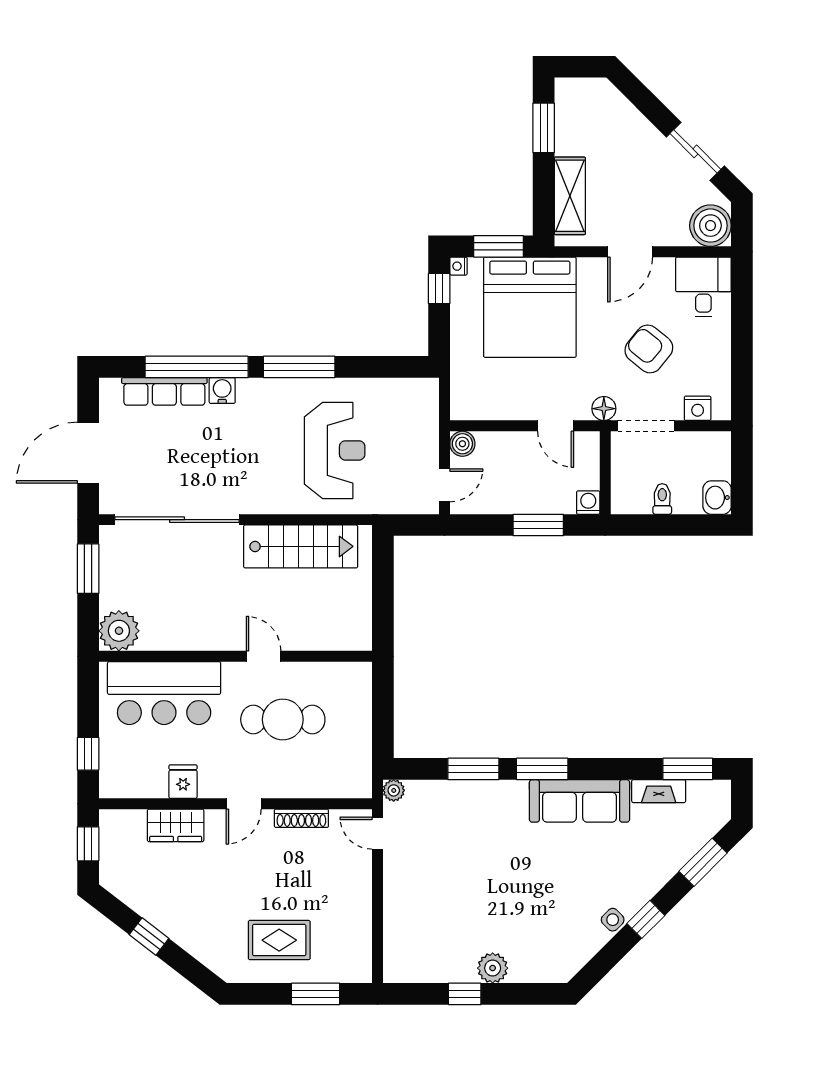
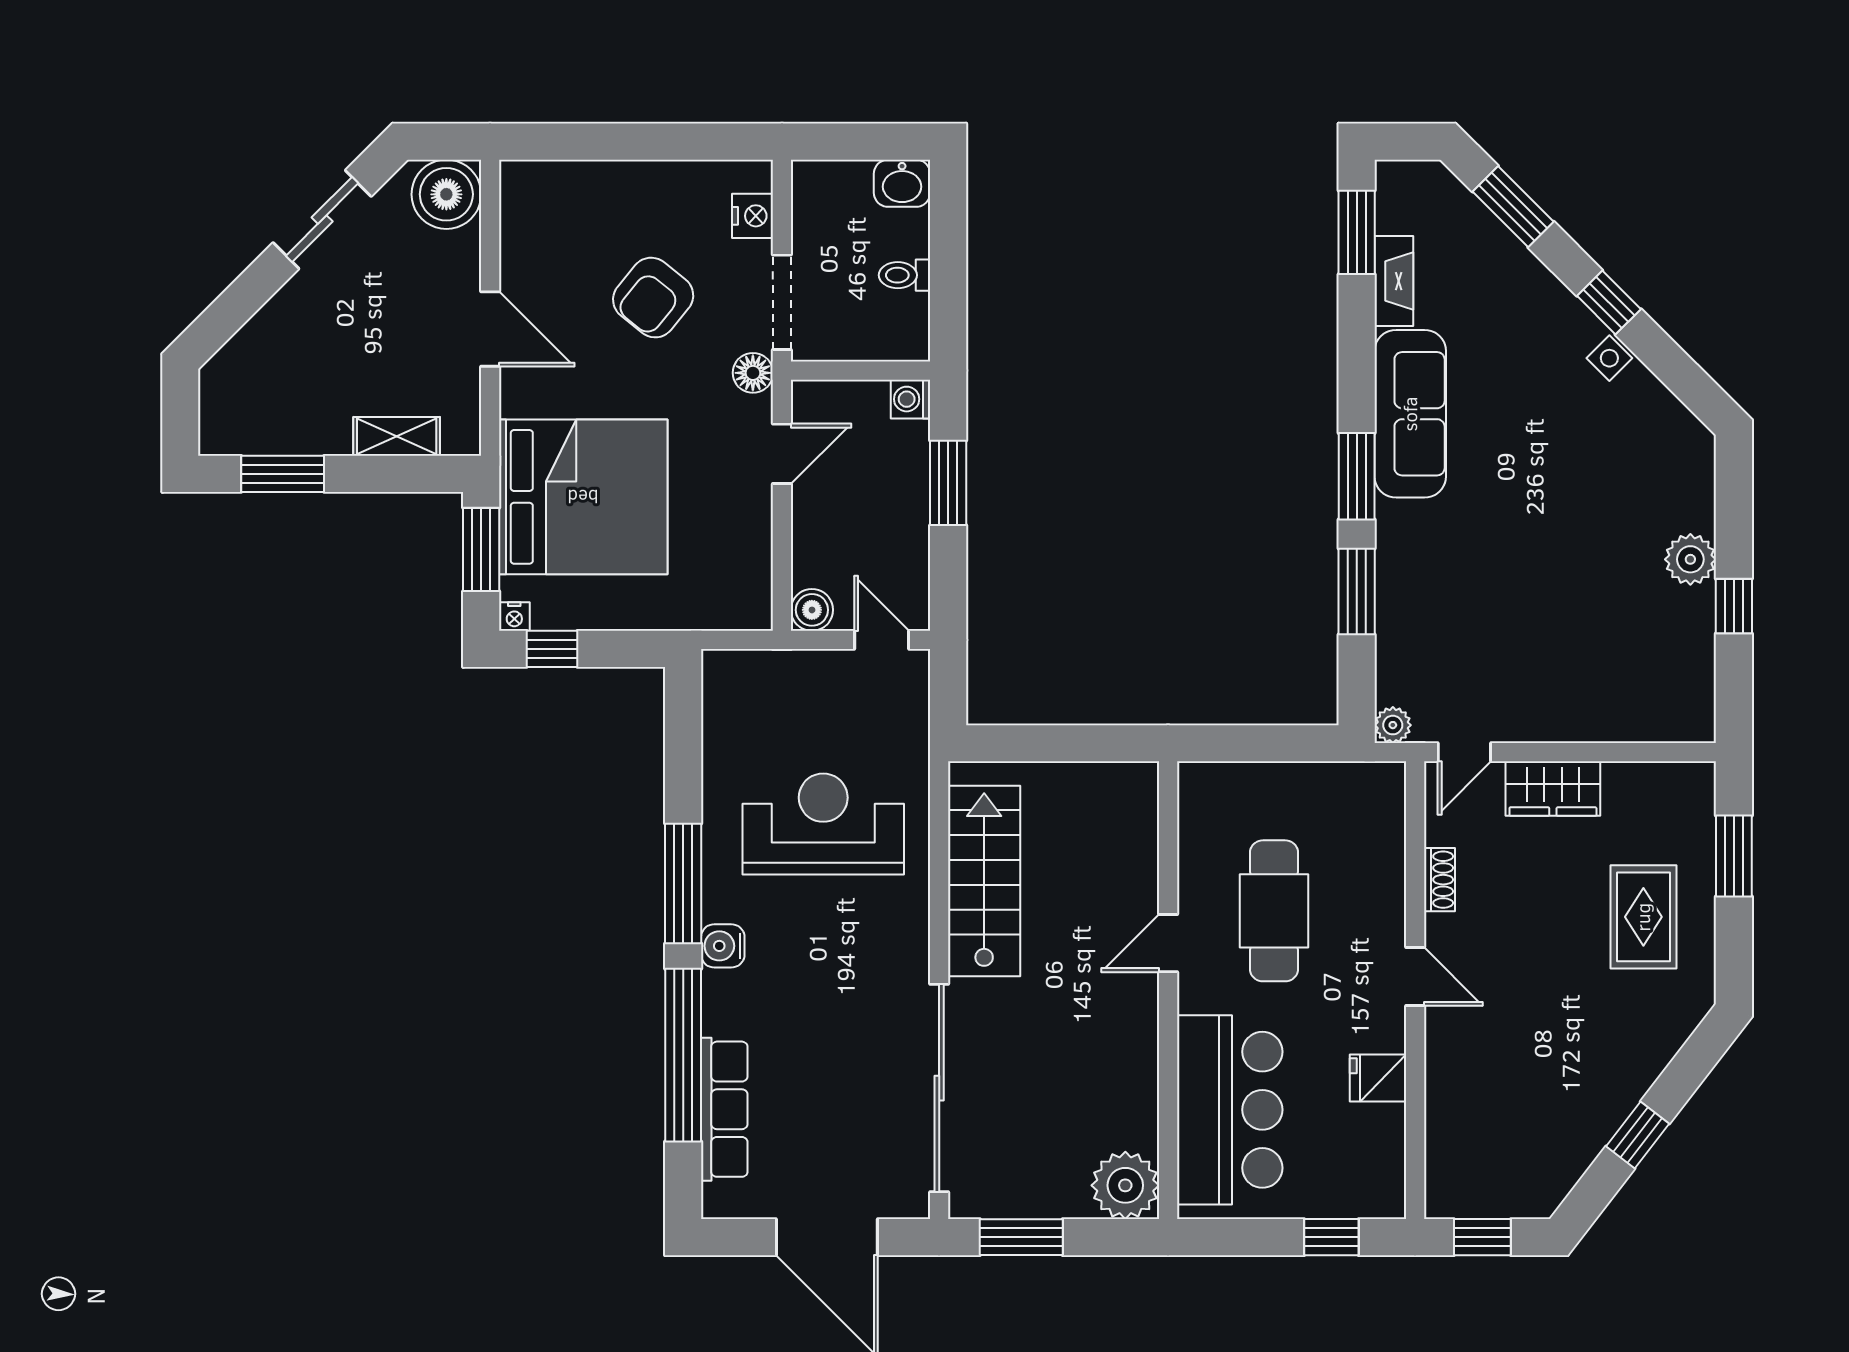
shelving: (570, 196) -> (397, 436), width x0.67, depth x0.75
desk: (703, 287) -> (549, 206), removed
water cooler: (222, 391) -> (723, 946), moved
shoe rack: (301, 818) -> (1439, 880), width x0.70
wardrobe: (176, 825) -> (1553, 789), moved, turned 90

